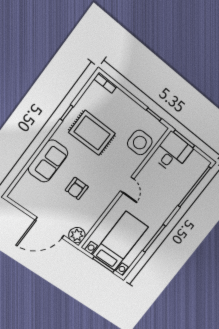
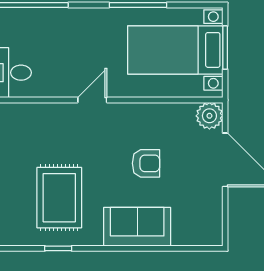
side table: (140, 143) -> (24, 126), removed

